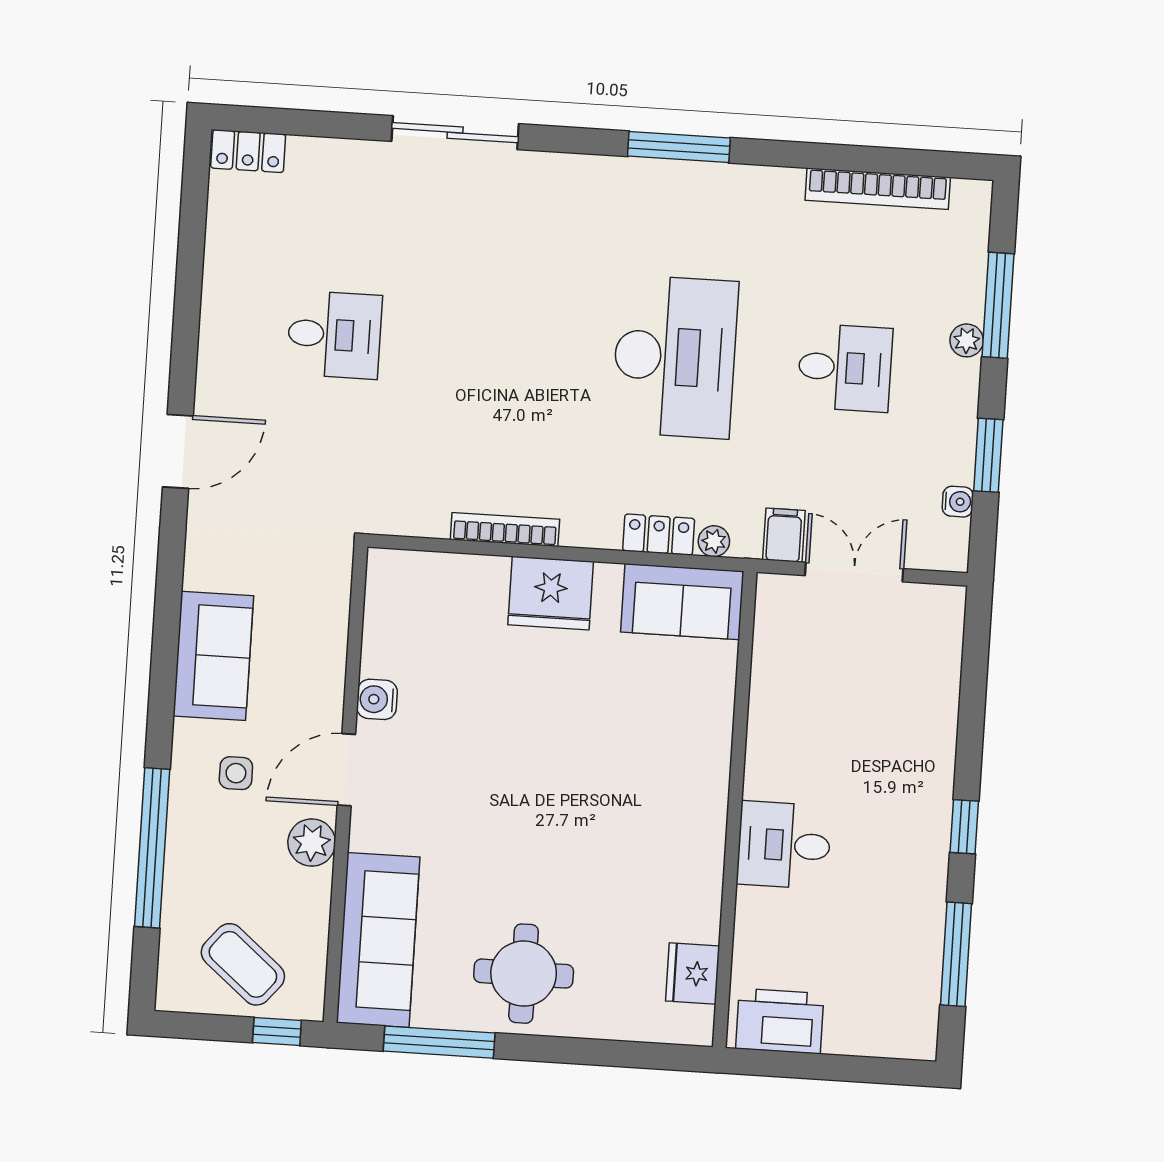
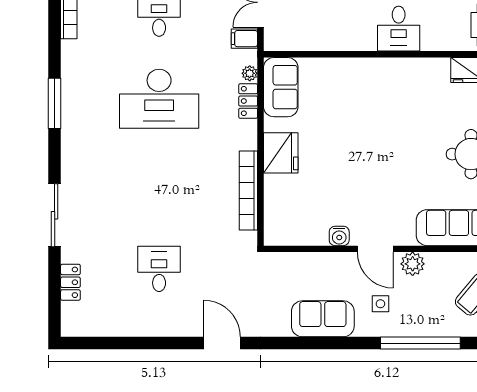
locker: (248, 151) -> (70, 282), moved
desk: (675, 357) -> (159, 99), turned 180
bookcase: (505, 529) -> (248, 191), width x1.48, depth x1.31

